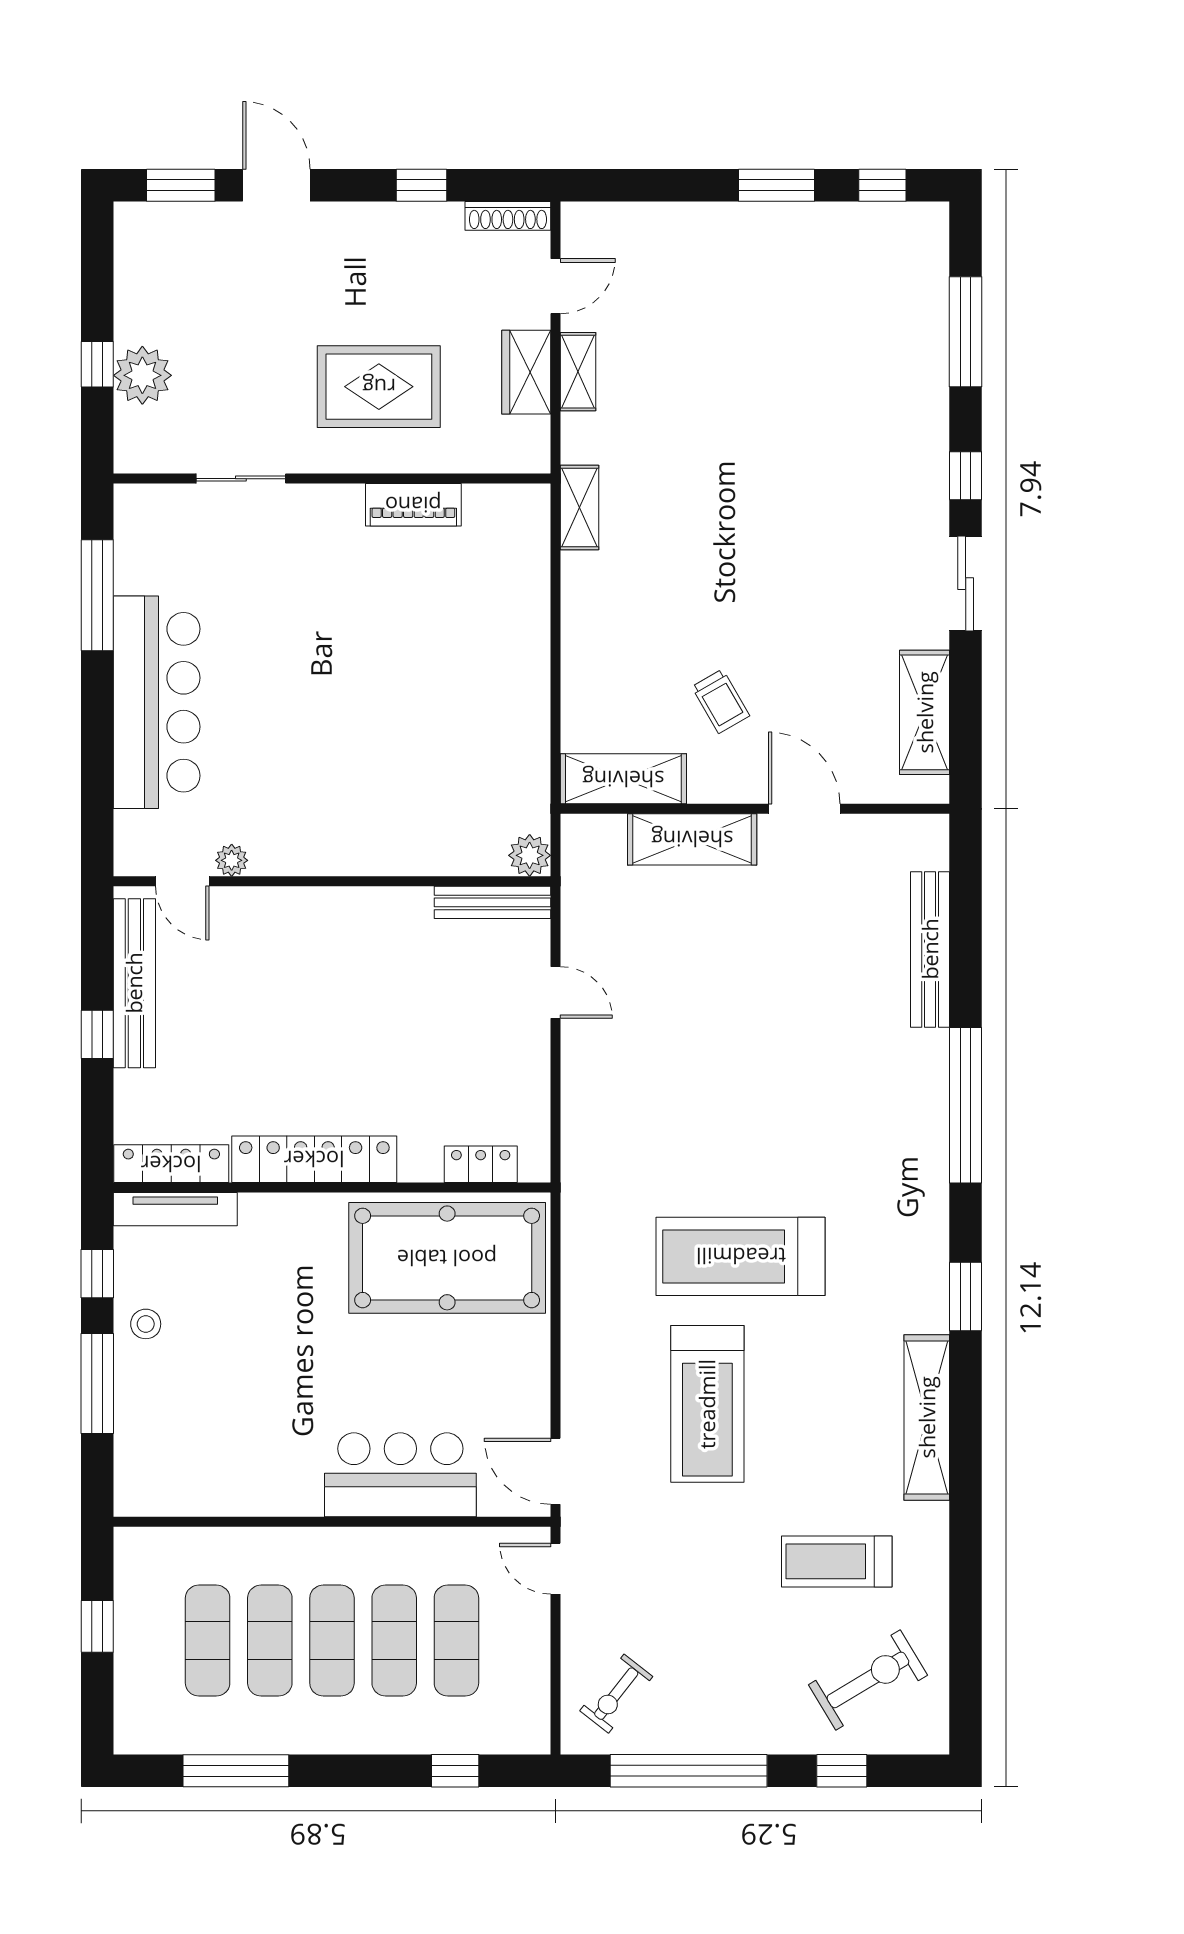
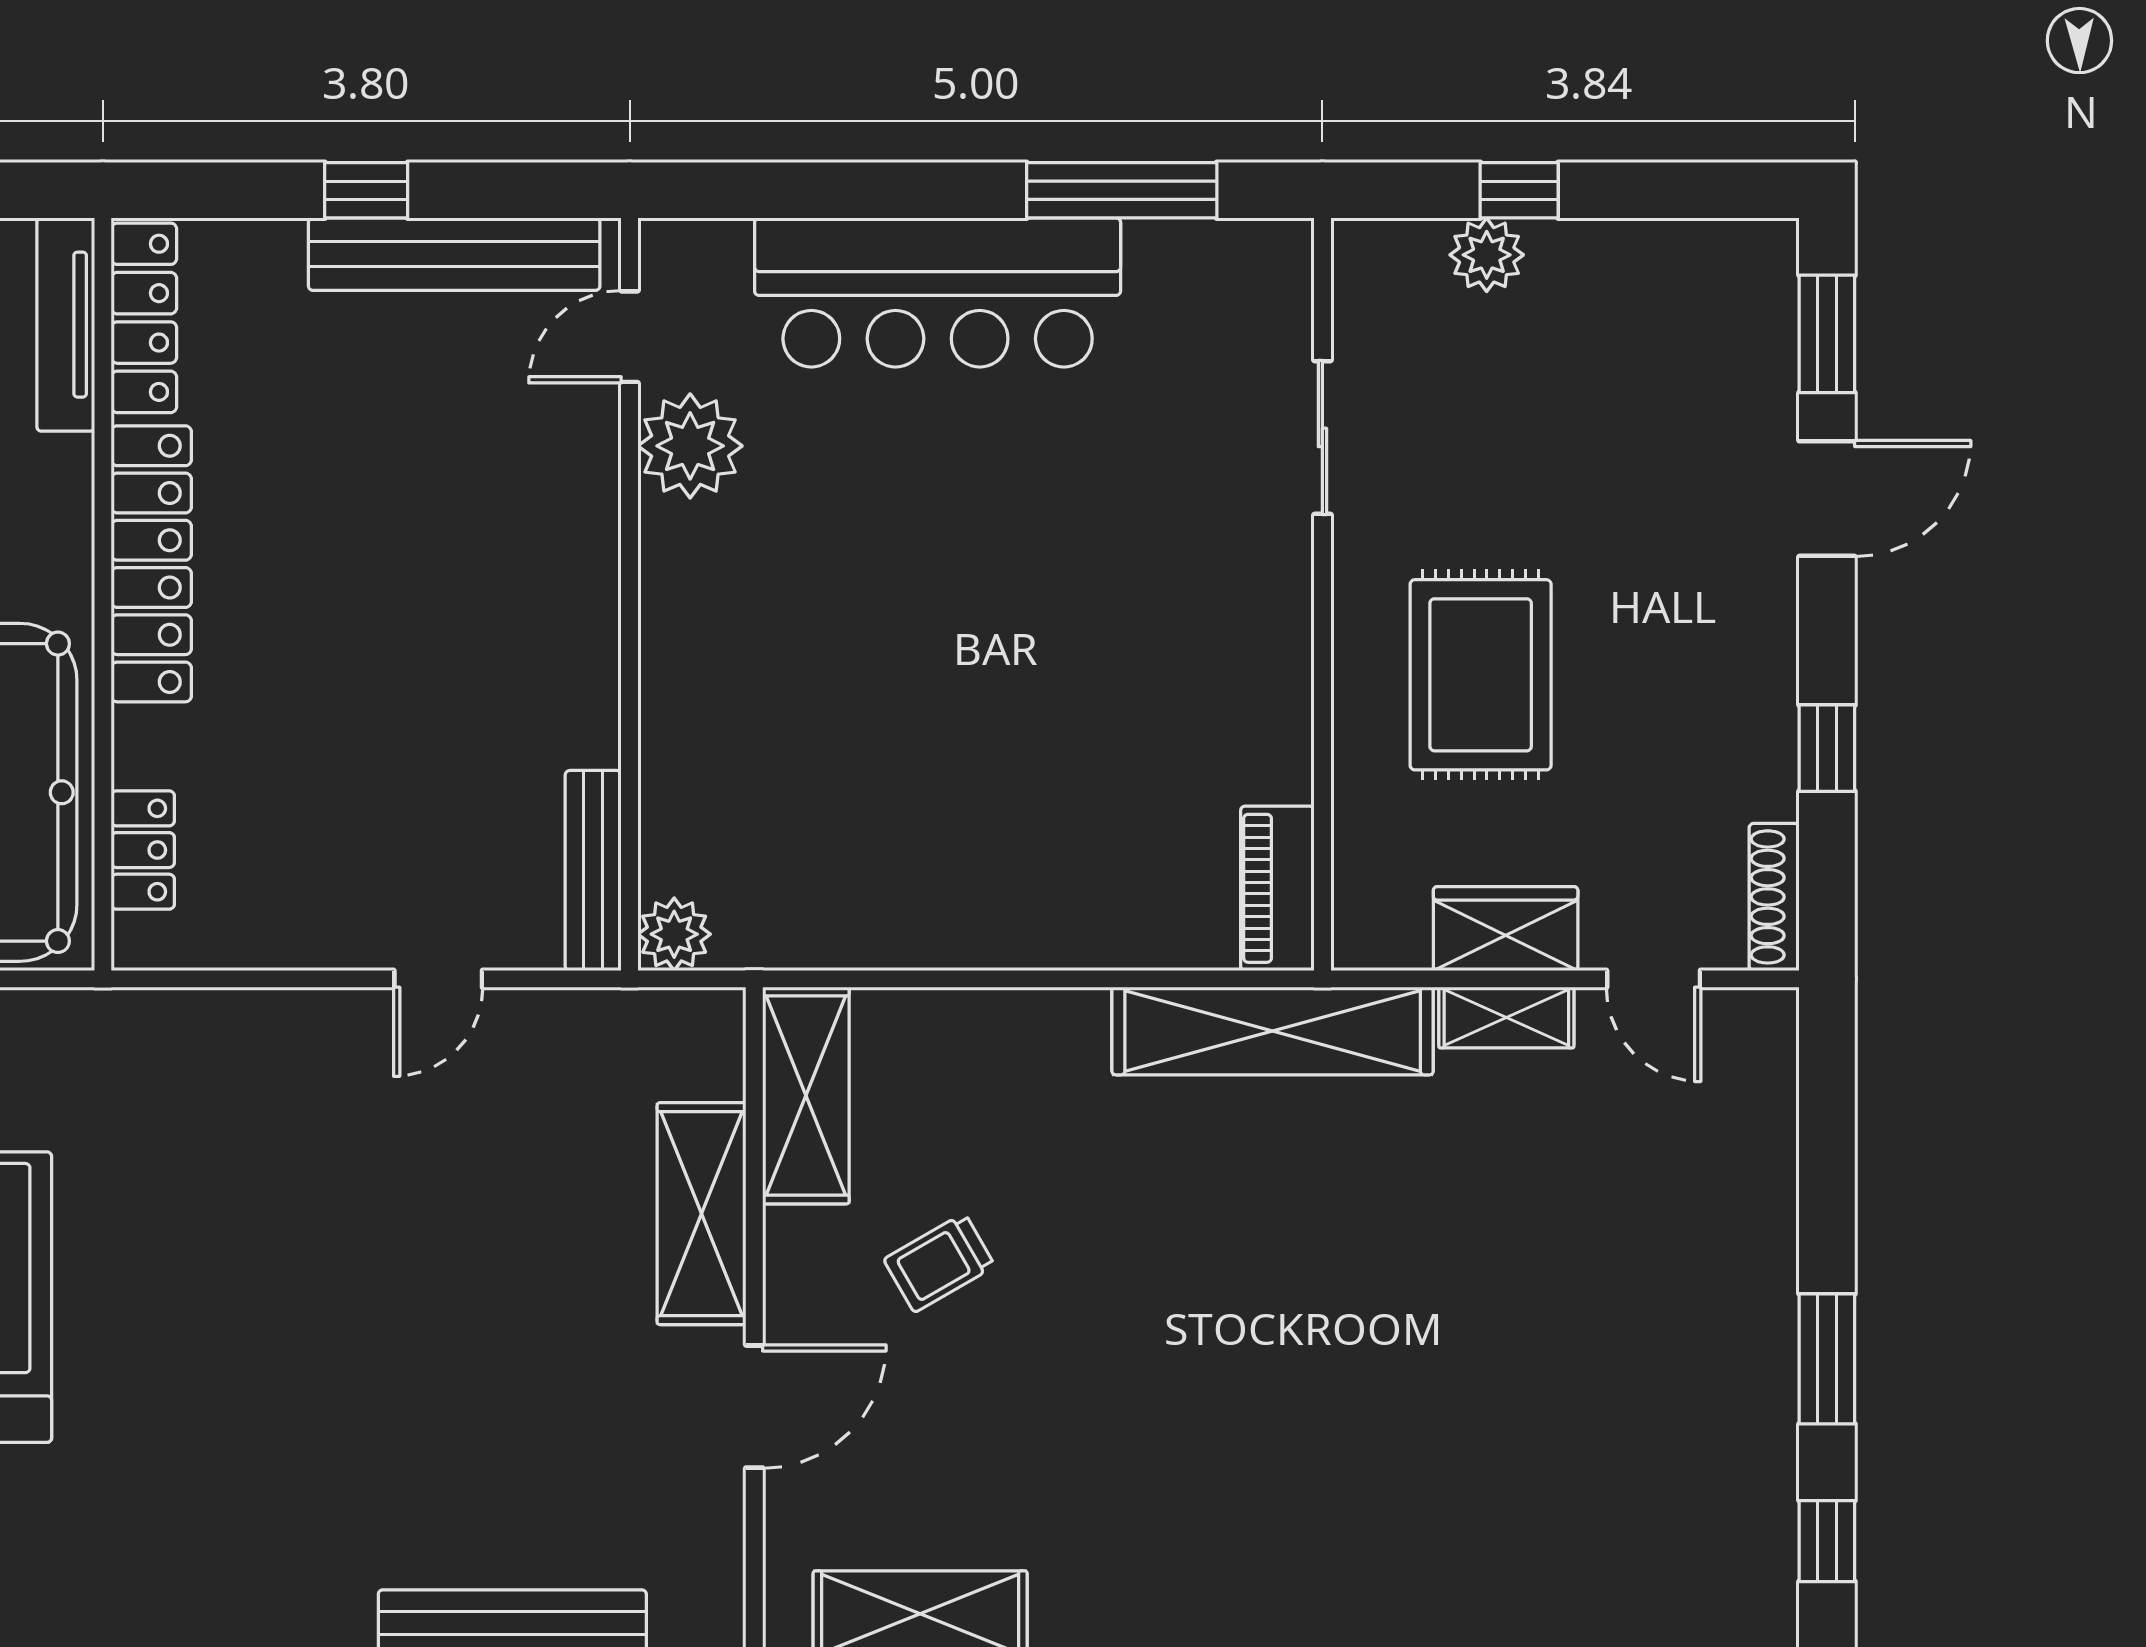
plant: (142, 375) -> (1487, 255), width x0.73, depth x0.73
piano: (413, 505) -> (1277, 888), moved
shelving: (579, 508) -> (1273, 1031), width x2.20, depth x1.33
plant: (232, 860) -> (690, 446), width x1.88, depth x1.88

